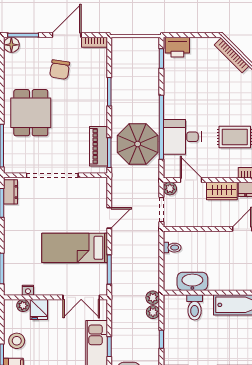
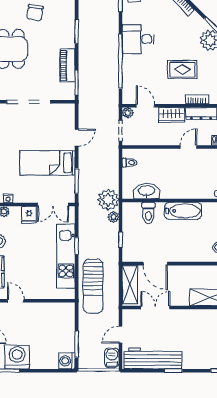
desk: (182, 137) -> (138, 39), moved
parasol: (138, 144) -> (101, 75), removed
piano: (98, 146) -> (68, 65), moved
plant: (153, 298) -> (108, 200), width x1.88, depth x1.88
fridge: (39, 310) -> (29, 215), moved

